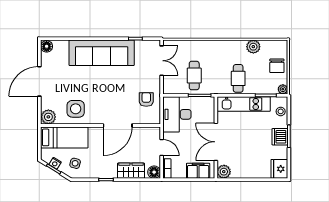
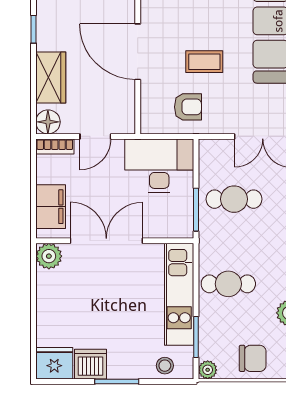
chair: (277, 66) -> (253, 358), turned 180
coffee table: (123, 91) -> (204, 62), added
dishwasher: (280, 137) -> (91, 364), moved

